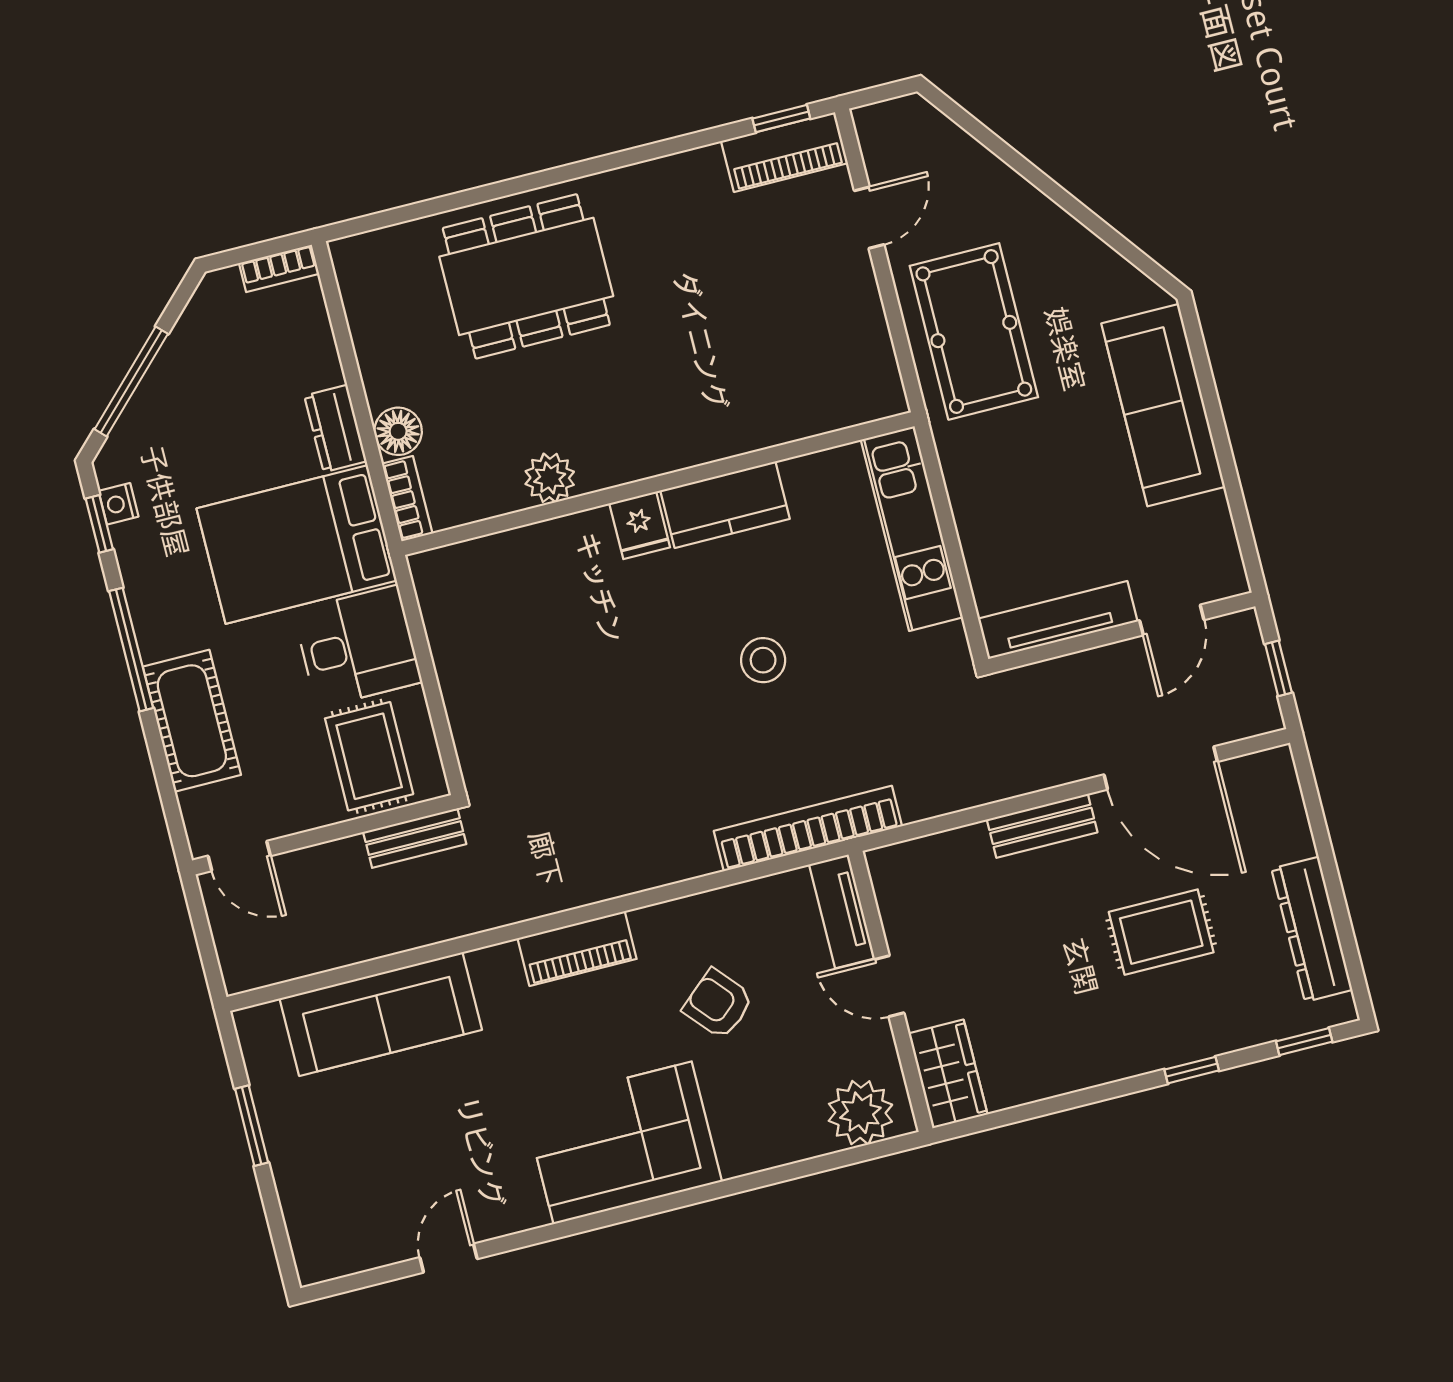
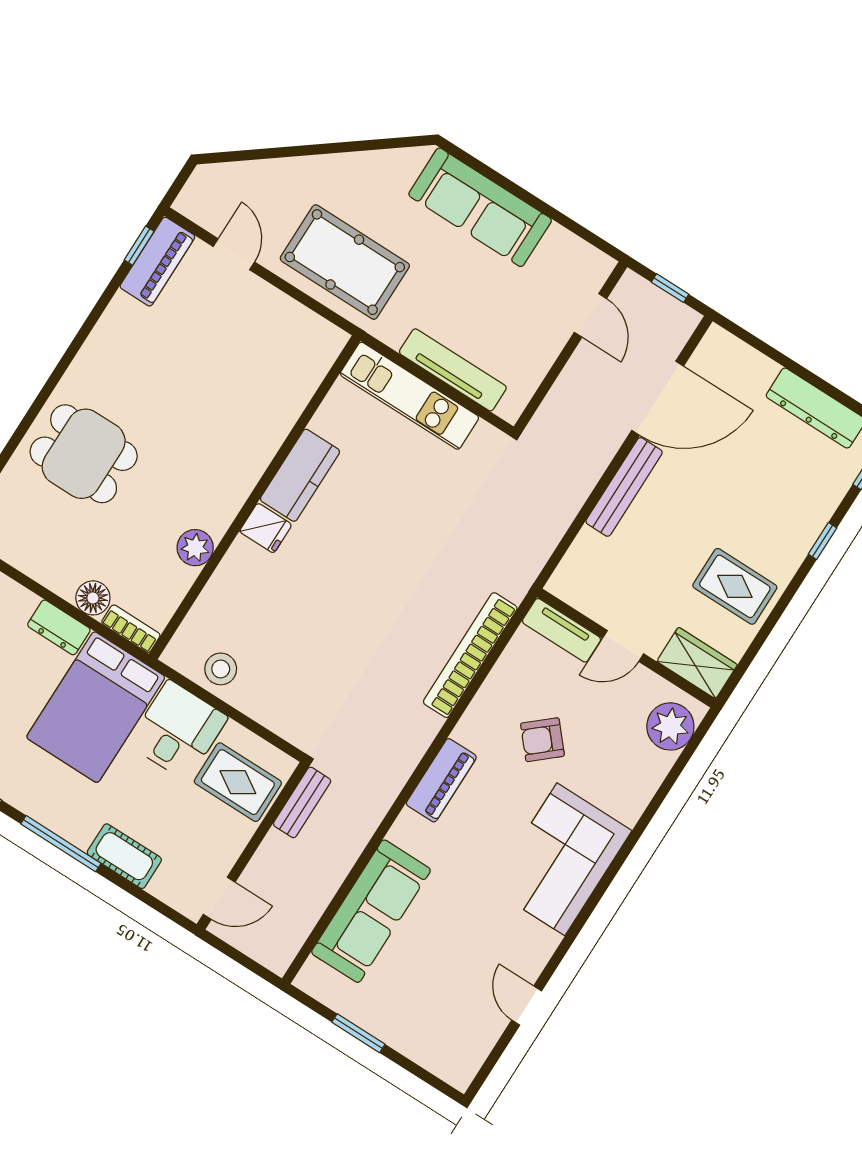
dining table: (526, 276) -> (84, 454), width x0.73
tv unit: (1058, 620) -> (453, 370), moved, turned 90
stool: (763, 660) -> (221, 669), moved
cot: (192, 721) -> (124, 856), width x0.73, depth x0.75
bench: (1042, 826) -> (624, 487), width x1.36
bookcase: (808, 829) -> (470, 655), moved
rug: (1161, 932) -> (735, 586), moved, turned 90

